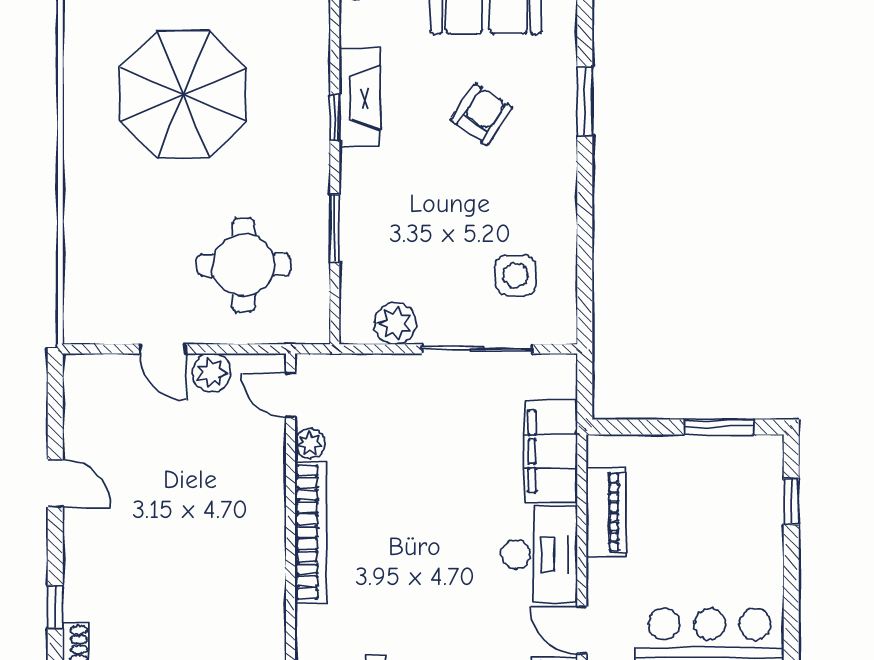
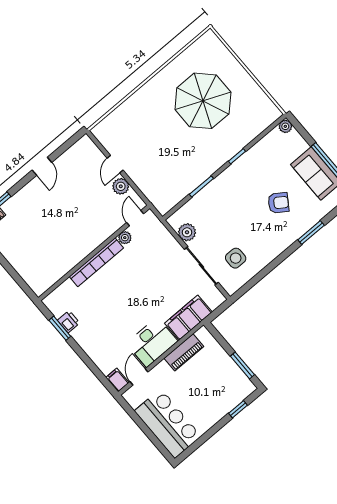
fireplace: (360, 98) -> (250, 159), removed
round table: (244, 265) -> (164, 167), removed

